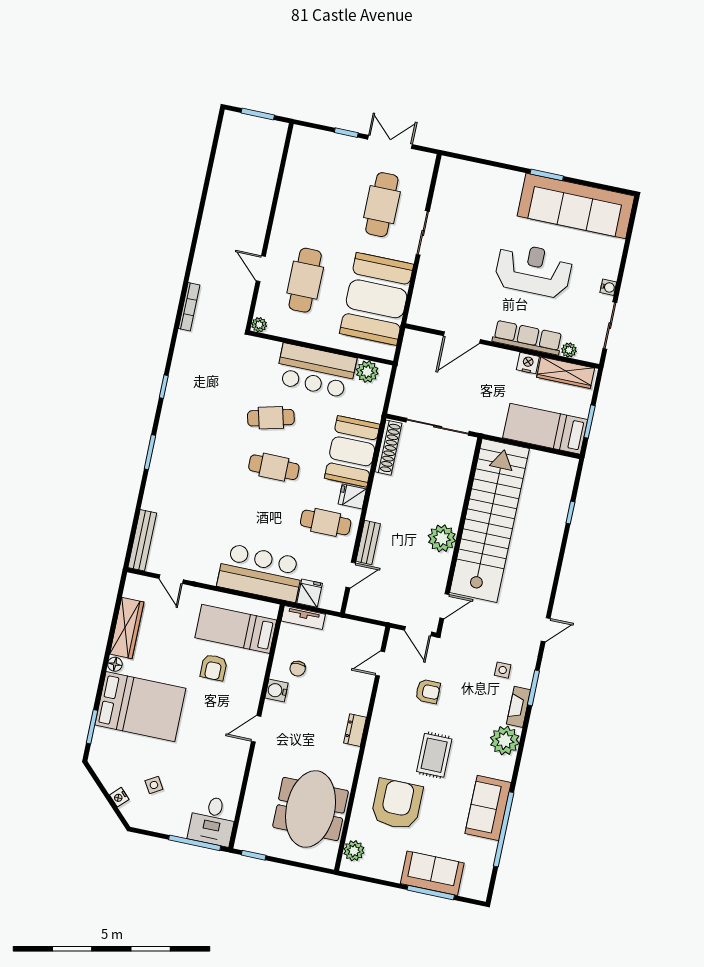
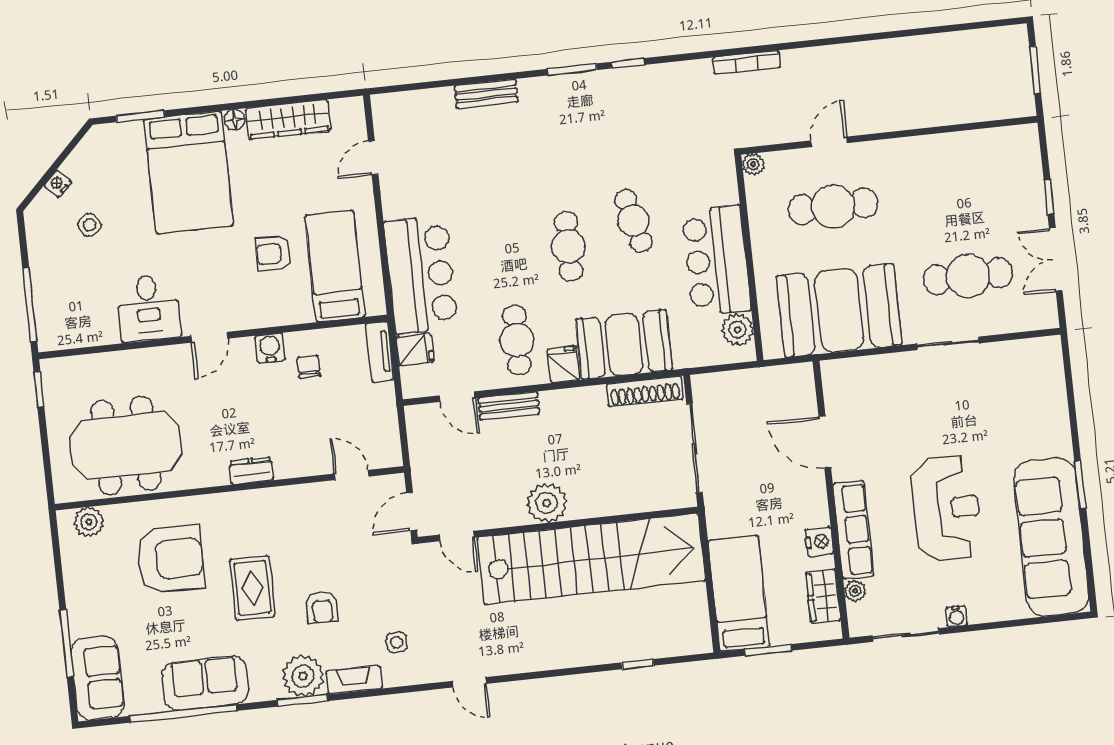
double door: (390, 142) -> (1056, 260), swing flipped
wardrobe: (566, 373) -> (823, 596), width x0.67
window: (150, 452) -> (572, 69), moved
bench: (142, 540) -> (486, 94), moved, width x0.73
chair: (298, 669) -> (309, 367), turned 90
window: (533, 688) -> (302, 701), moved
armchair: (428, 691) -> (322, 607), moved
door: (256, 729) -> (210, 337), swing flipped
rug: (434, 755) -> (252, 588), turned 90
desk: (212, 821) -> (148, 308), moved, turned -90
sofa: (432, 873) -> (98, 678), moved

